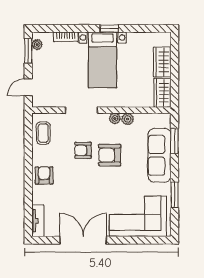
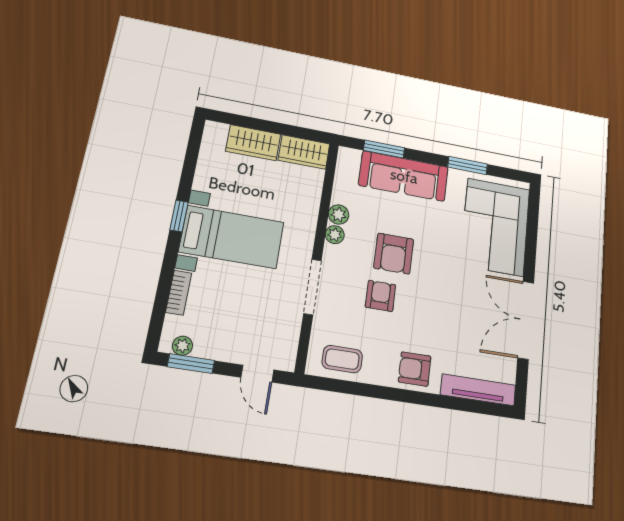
armchair: (83, 150) -> (380, 296), turned 180
tv unit: (38, 221) -> (478, 390), width x1.41

